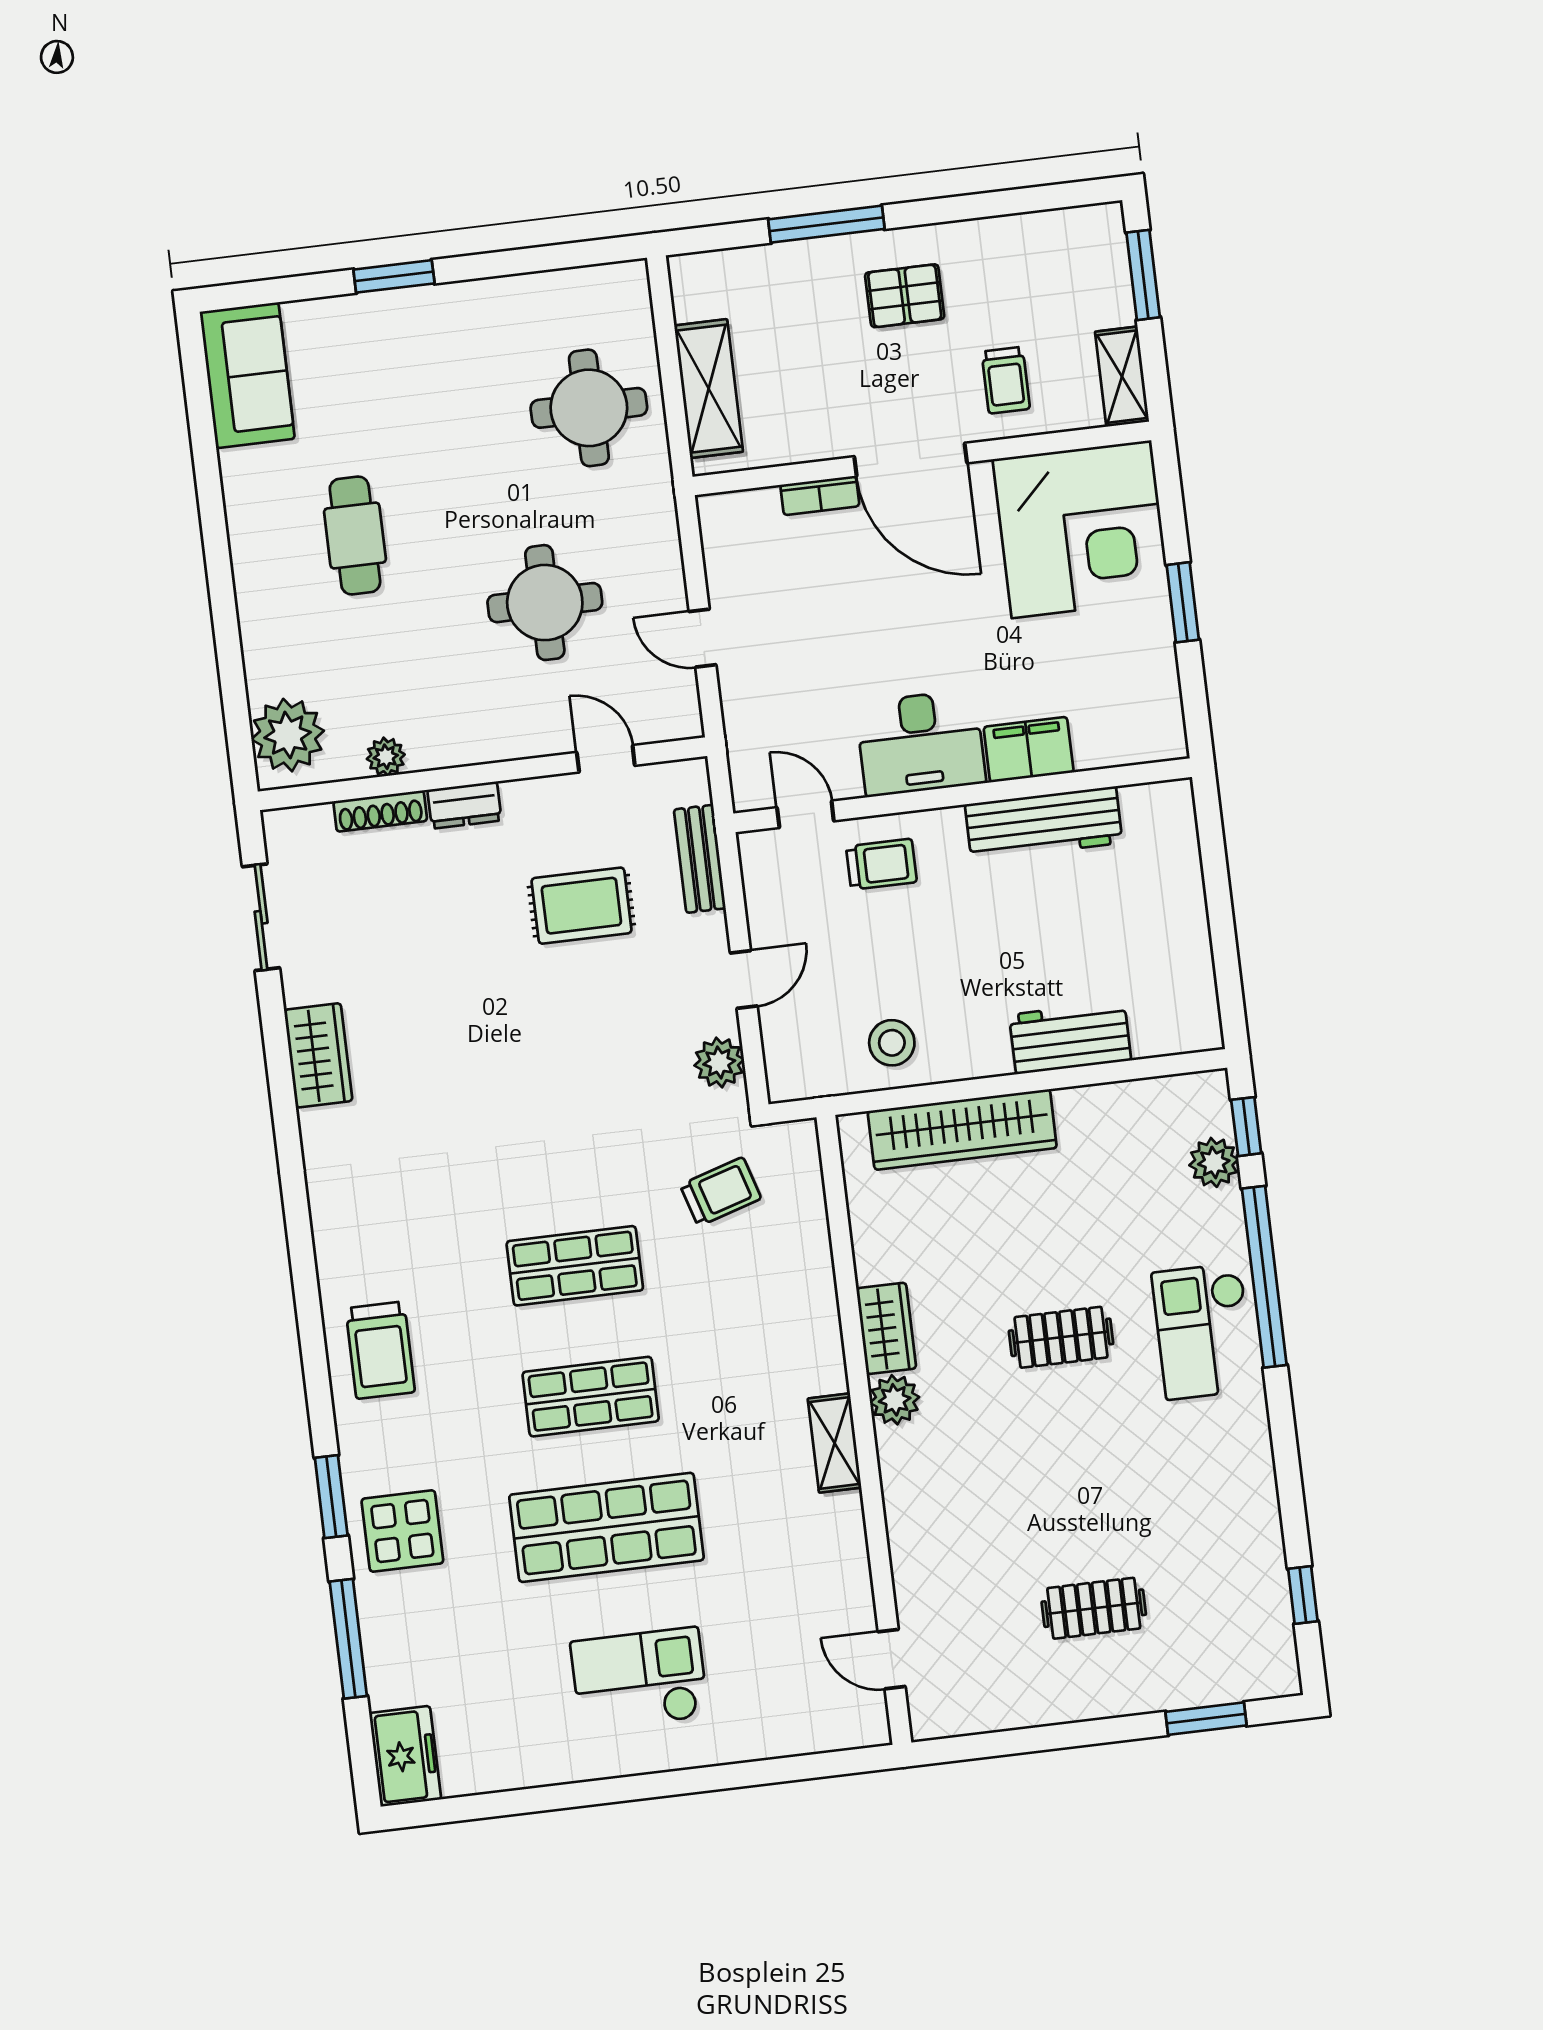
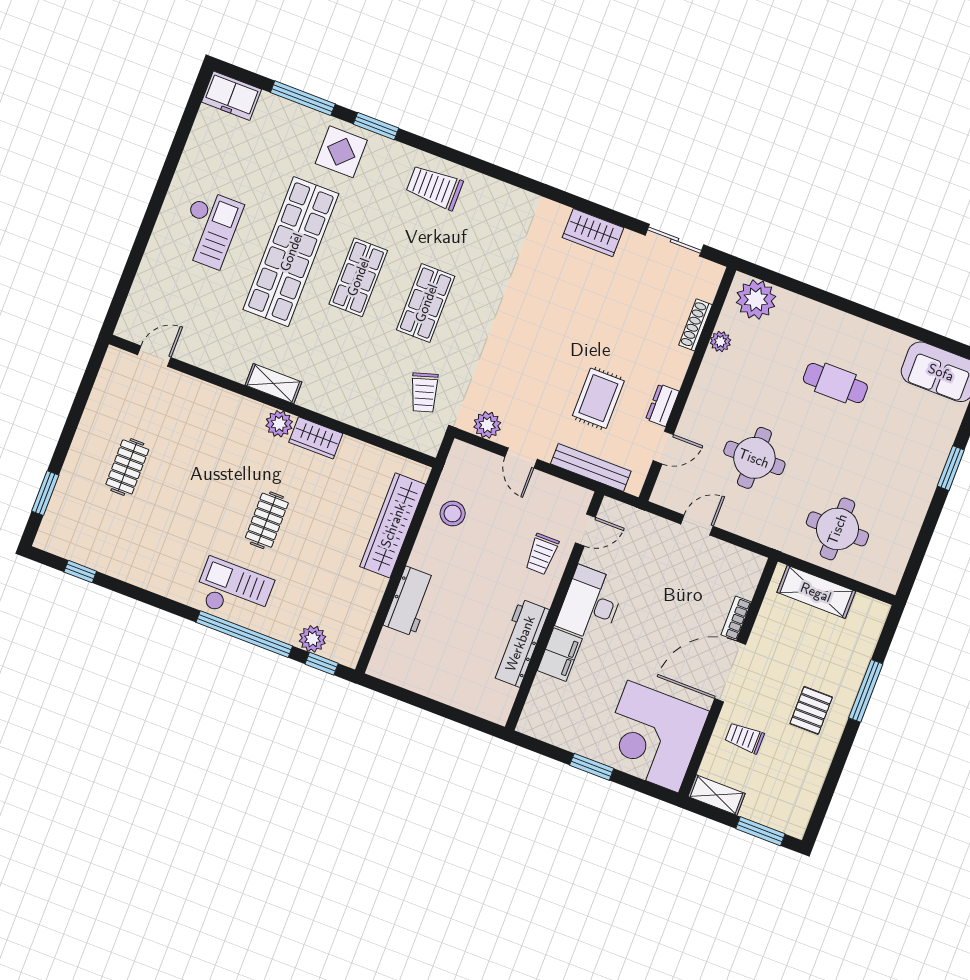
dresser: (464, 805) -> (662, 405), moved
bench: (700, 859) -> (591, 467), width x1.36
shop shelf: (606, 1527) -> (291, 252), width x1.40

